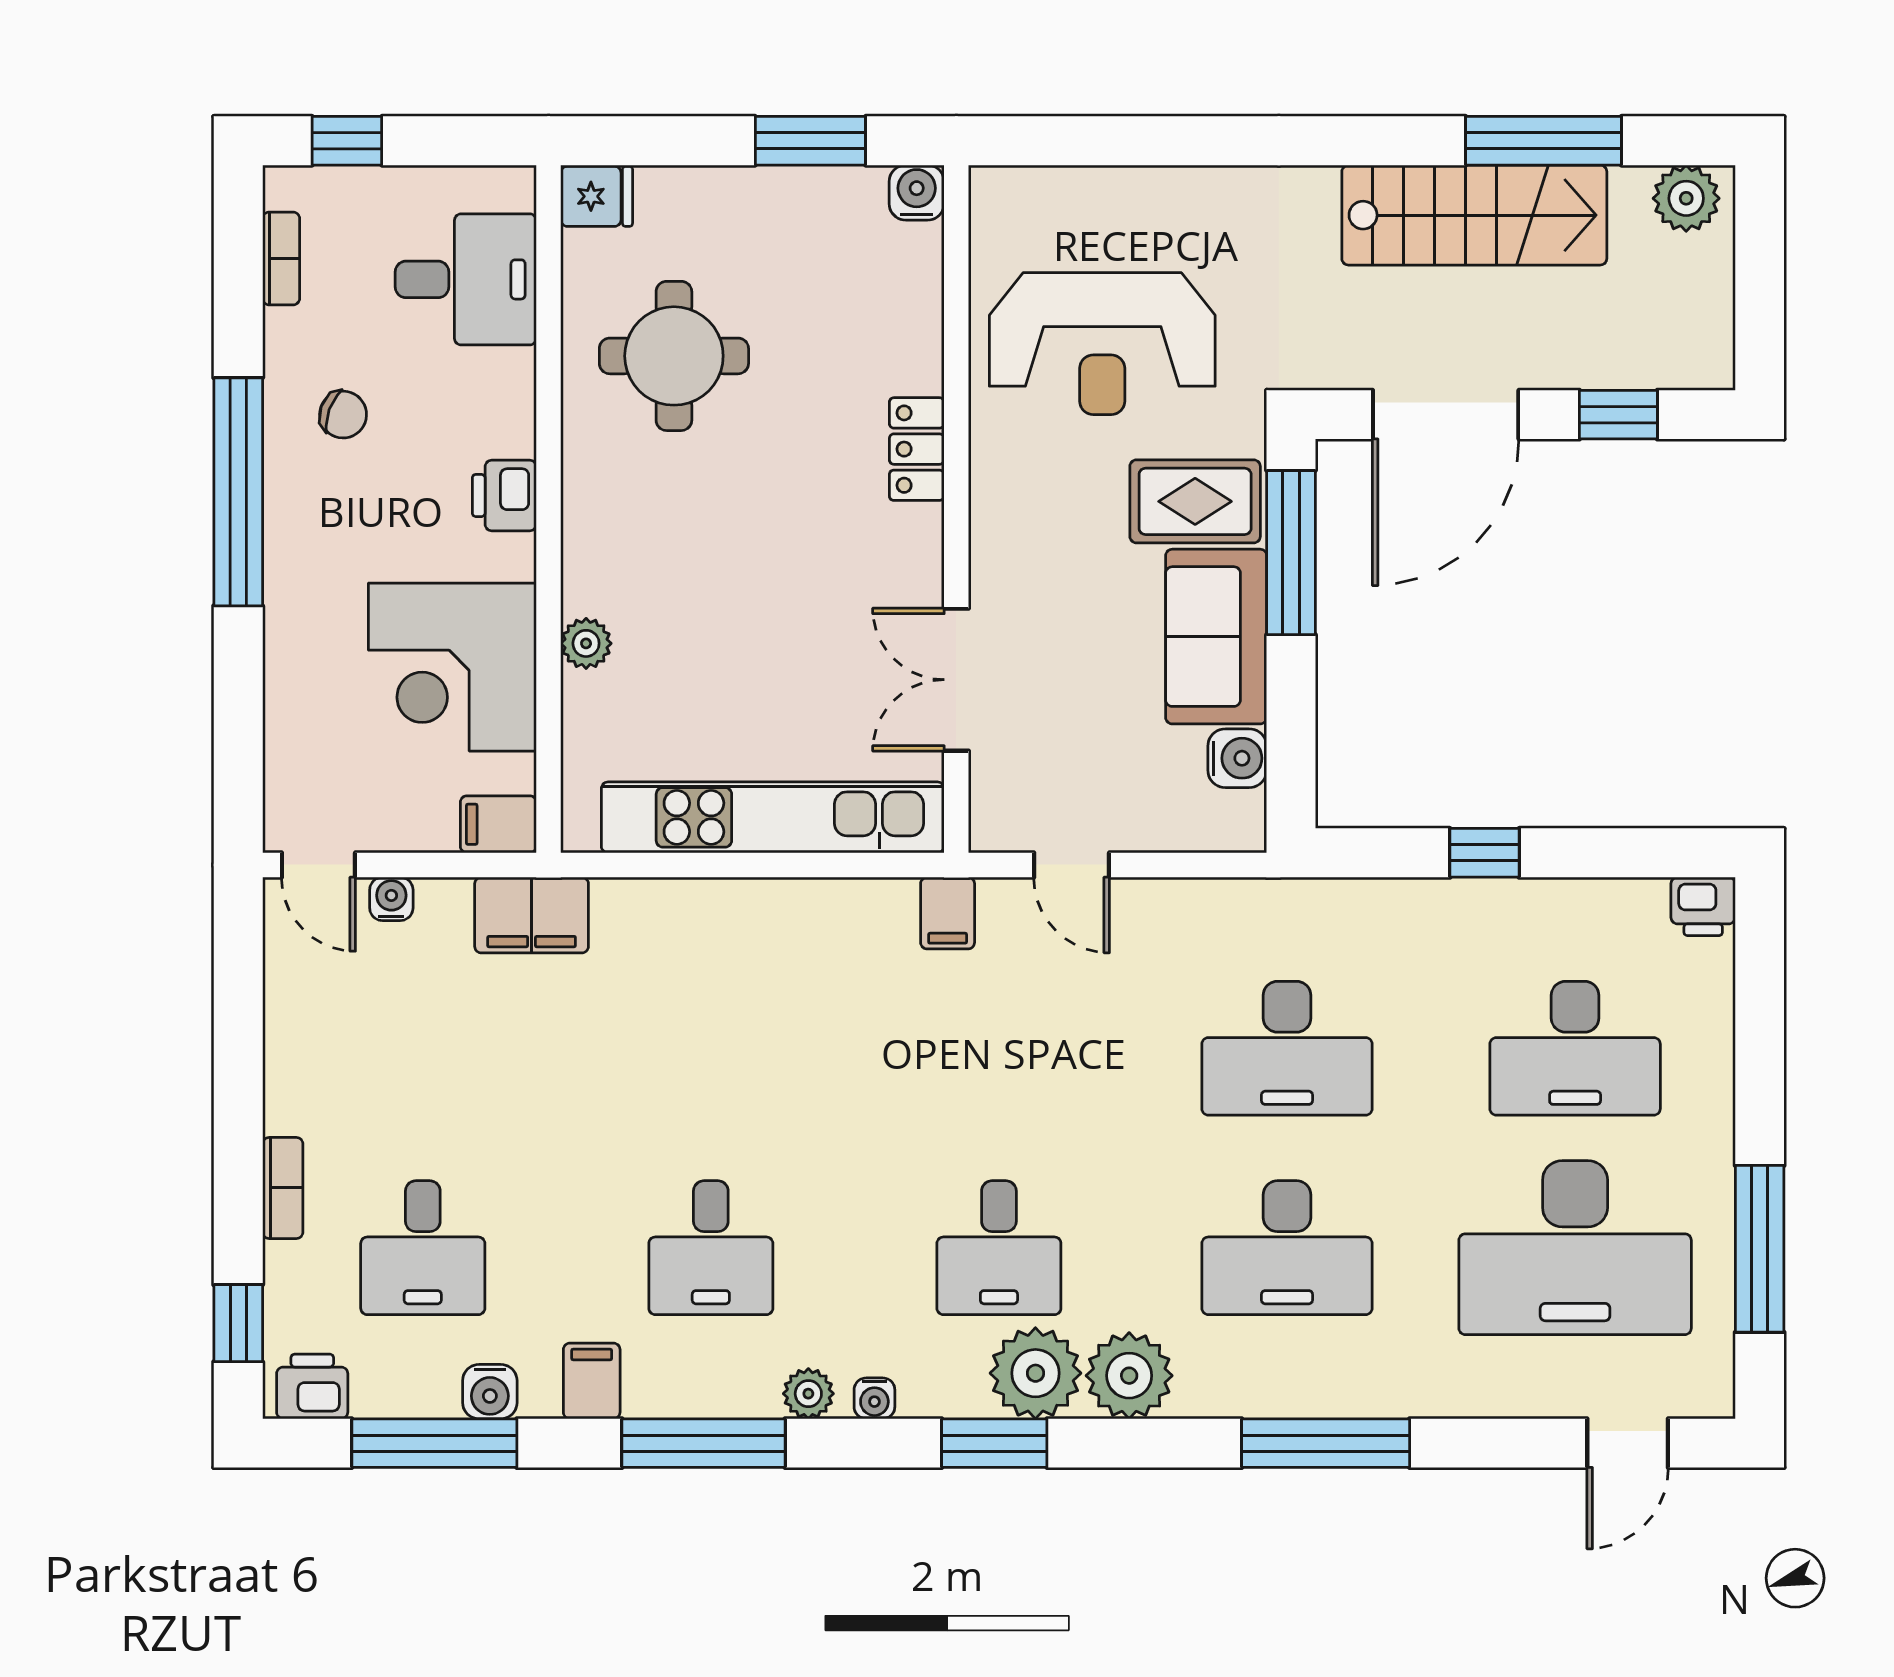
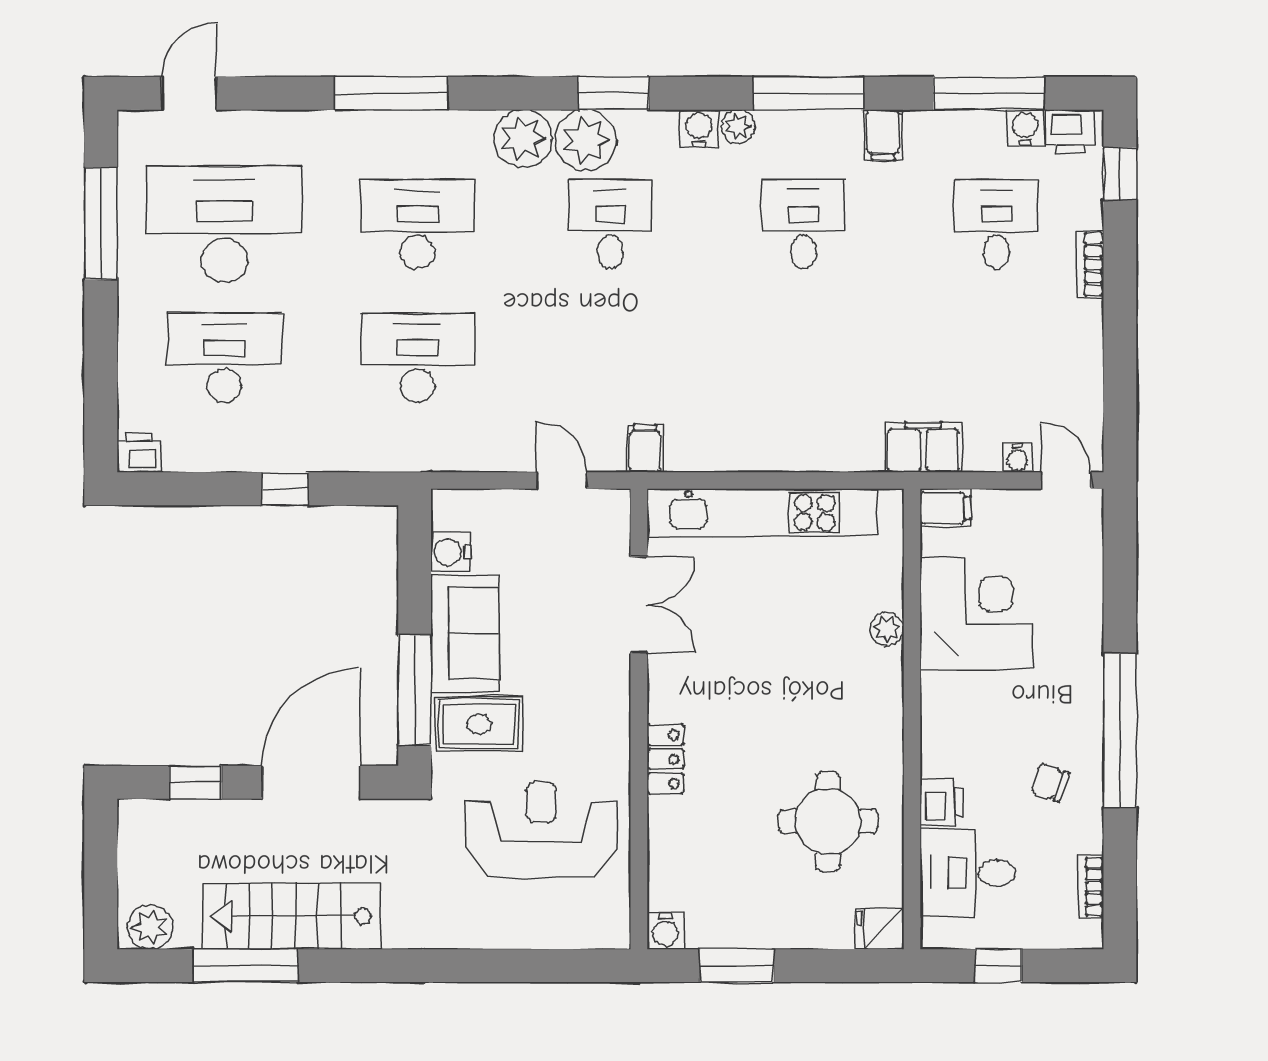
window: (347, 141) -> (999, 966), moved
printer: (504, 495) -> (942, 802), moved
water cooler: (490, 1392) -> (1025, 128), moved
water cooler: (874, 1398) -> (699, 129), width x1.38, depth x1.38

